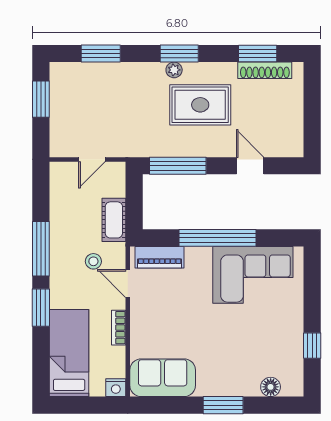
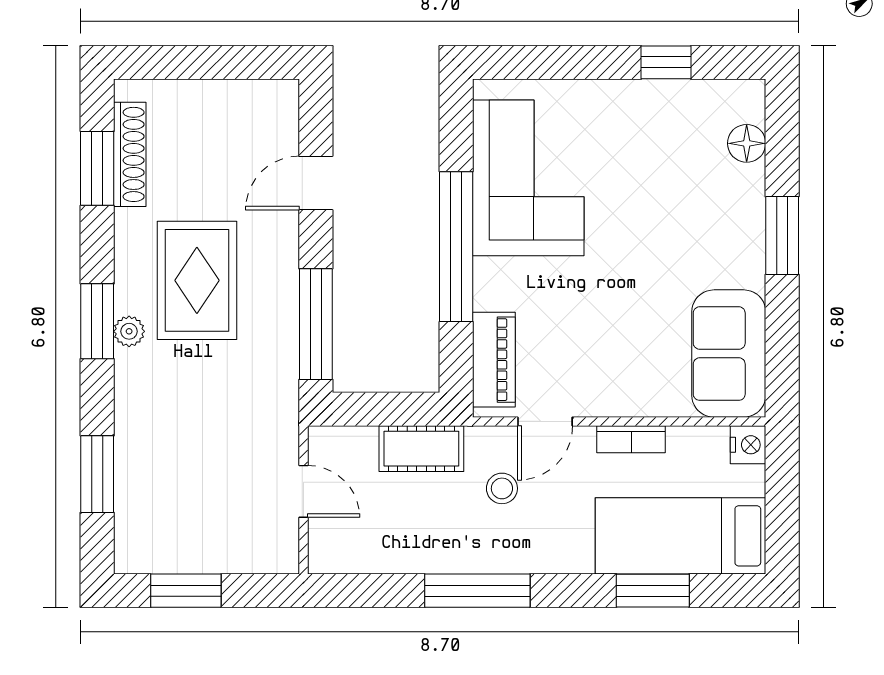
window: (41, 308) -> (653, 591), moved

